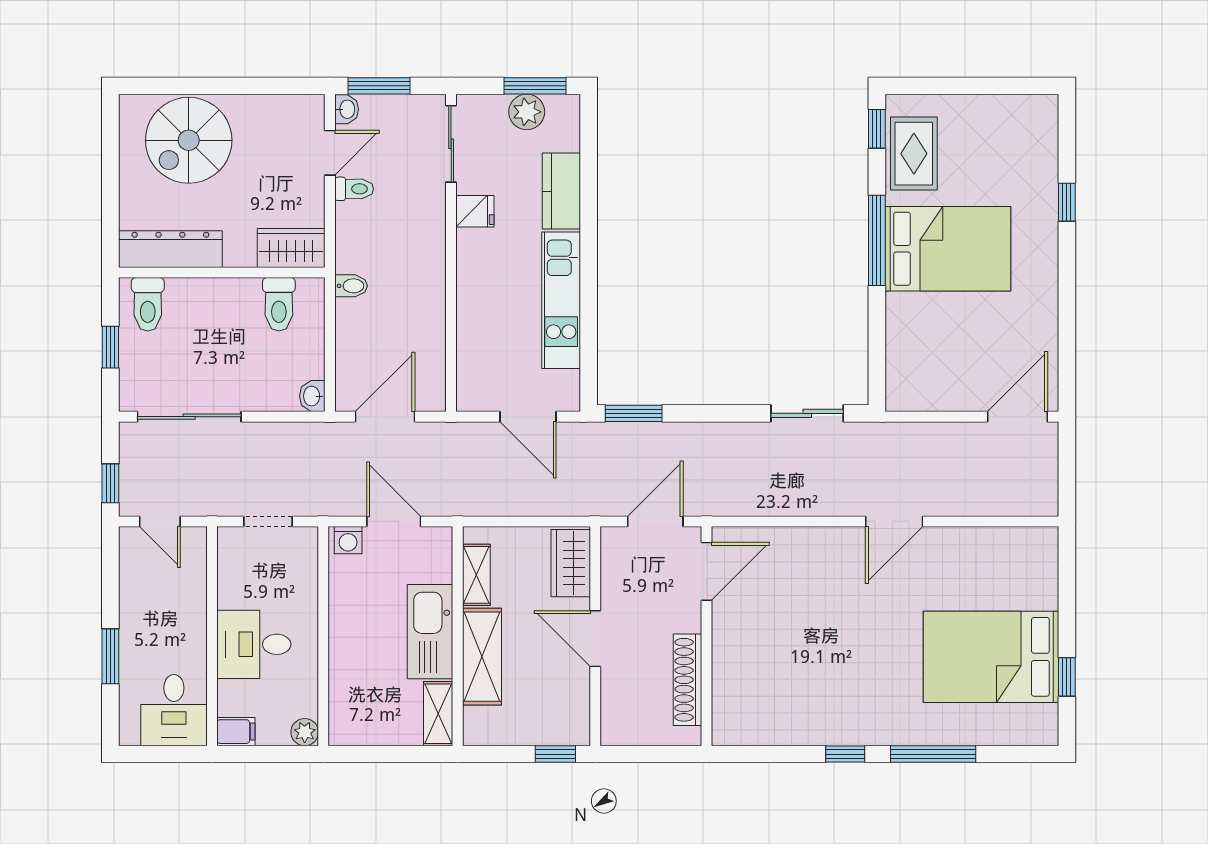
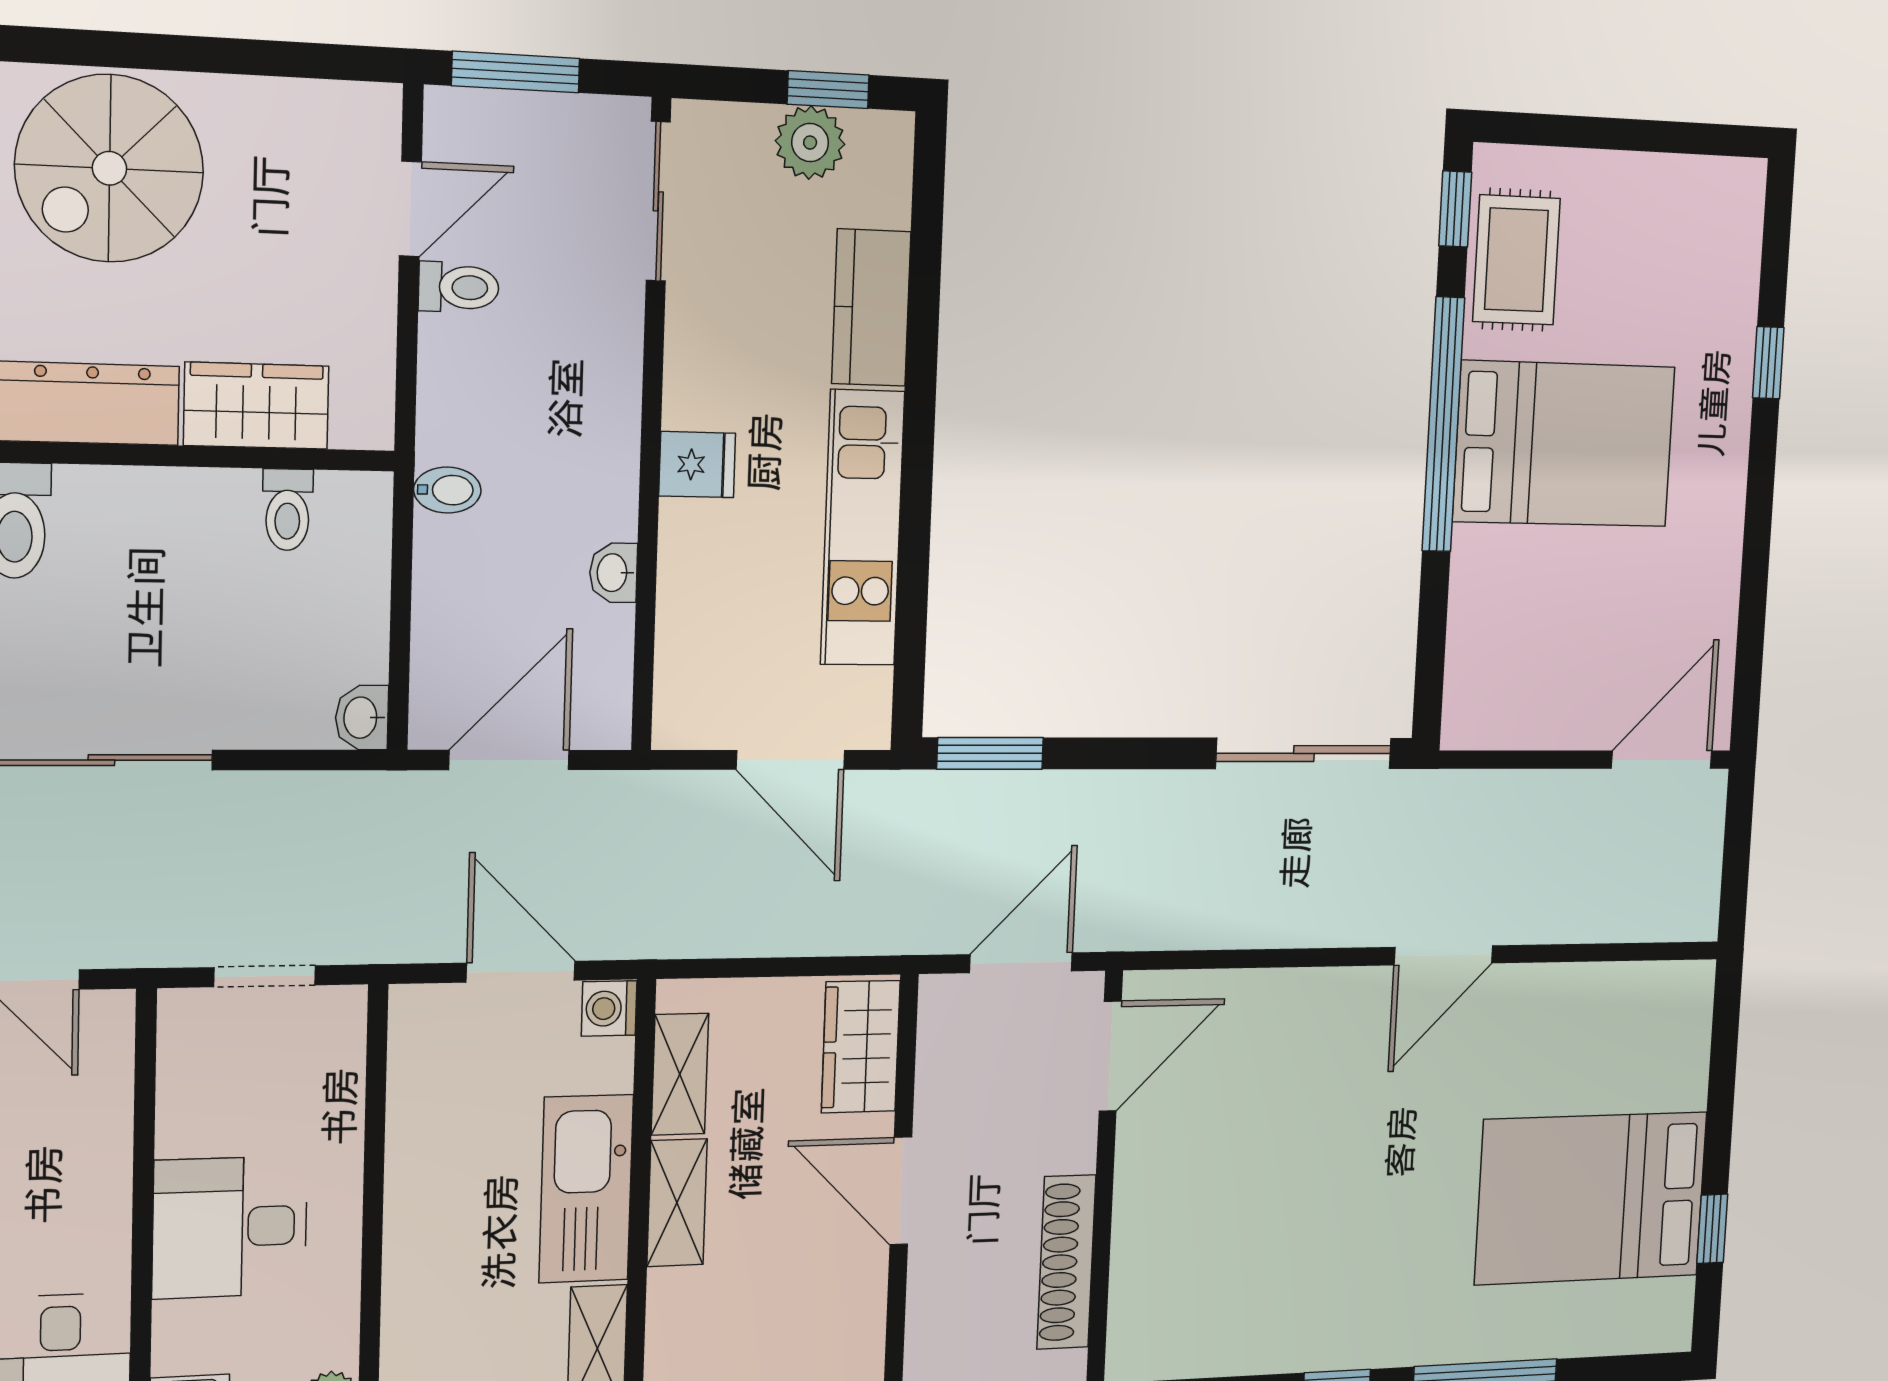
window: (535, 86) -> (828, 90), width x0.67
washbasin: (347, 109) -> (613, 573), moved, turned 180
fridge: (475, 211) -> (697, 465), moved
window: (877, 240) -> (1443, 425), width x1.46
wardrobe: (291, 248) -> (256, 406), moved
toilet: (279, 304) -> (287, 510), width x0.73, depth x0.72
sliding door: (807, 413) -> (1304, 753), width x1.37
washing machine: (348, 540) -> (609, 1008), moved, turned 90
shelving: (482, 657) -> (677, 1203), width x0.67, depth x0.75

